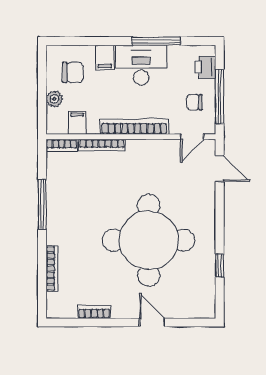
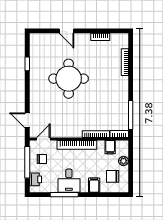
desk: (141, 65) -> (69, 181), width x0.73
window: (42, 204) -> (131, 115), moved
round table: (149, 240) -> (69, 79), width x0.73, depth x0.73

